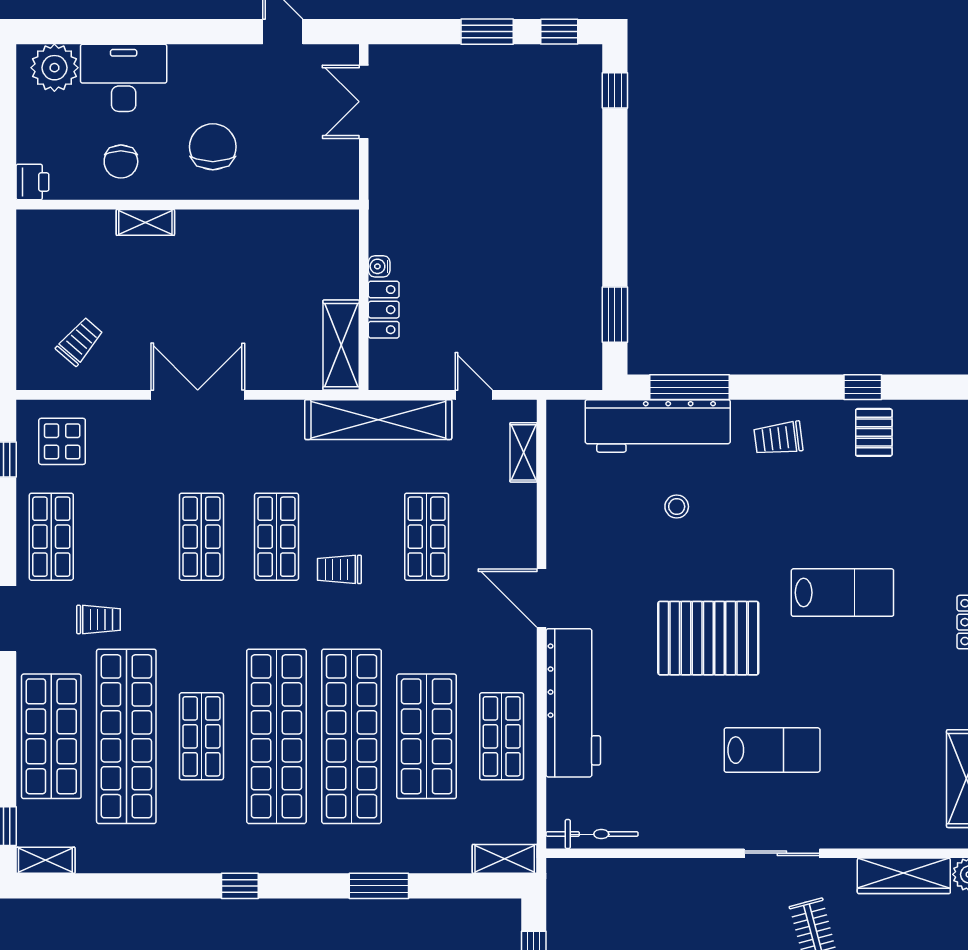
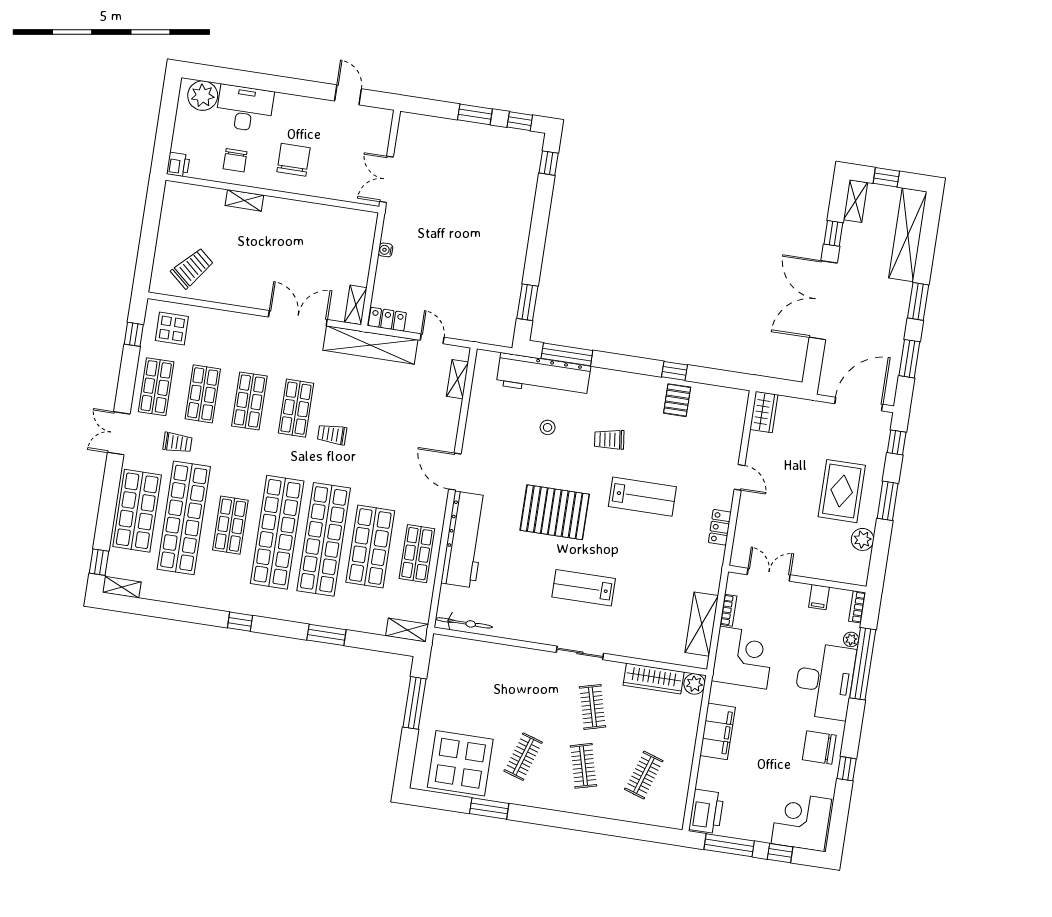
double door: (364, 102) -> (387, 179), moved
locker: (384, 310) -> (387, 319), moved, turned -90
trolley: (80, 341) -> (192, 268), width x1.36, depth x1.39
shelving: (341, 345) -> (356, 305), width x0.67, depth x0.75
double door: (198, 395) -> (298, 318), moved
trolley: (778, 438) -> (609, 440), moved
shop shelf: (427, 537) -> (203, 394), moved
lab bench: (772, 750) -> (584, 588), turned 180

